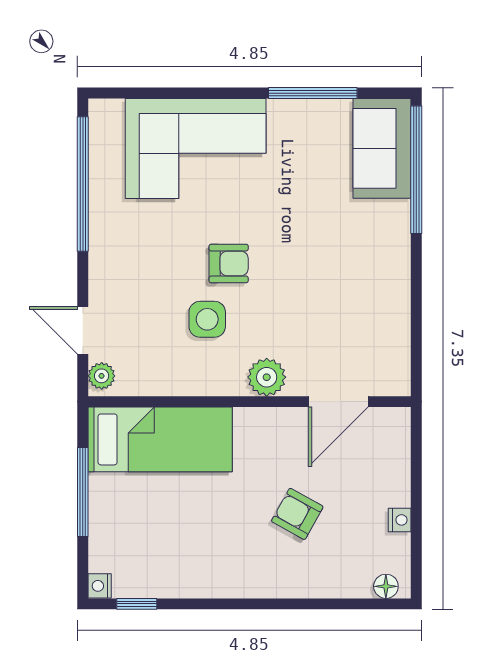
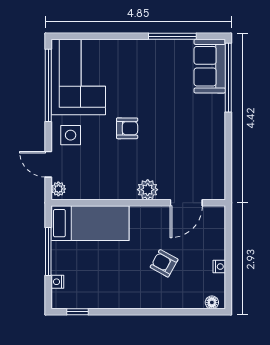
corner sofa: (196, 148) -> (78, 77), moved, turned -90
side table: (207, 319) -> (71, 135), moved
nightstand: (100, 586) -> (57, 282), moved

